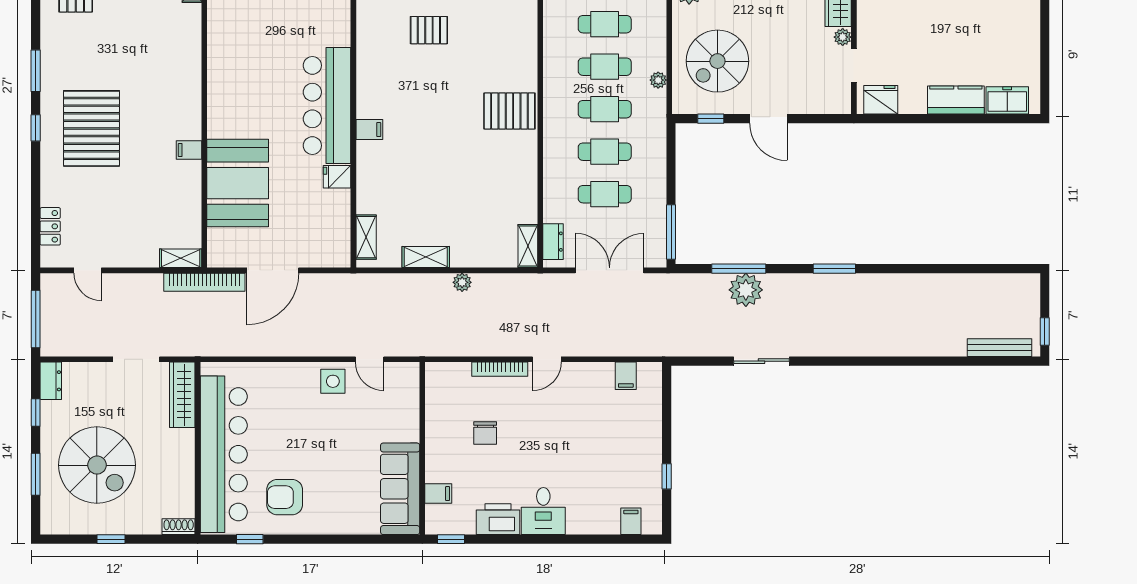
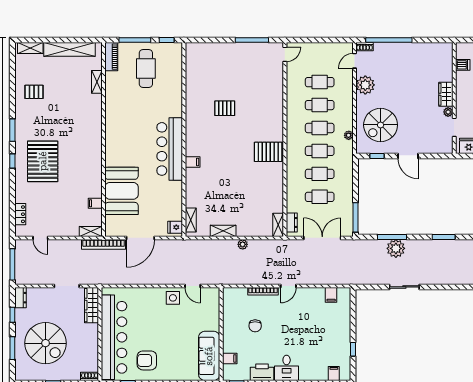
filing cabinet: (189, 150) -> (95, 203), moved
fridge: (337, 177) -> (175, 227), moved

